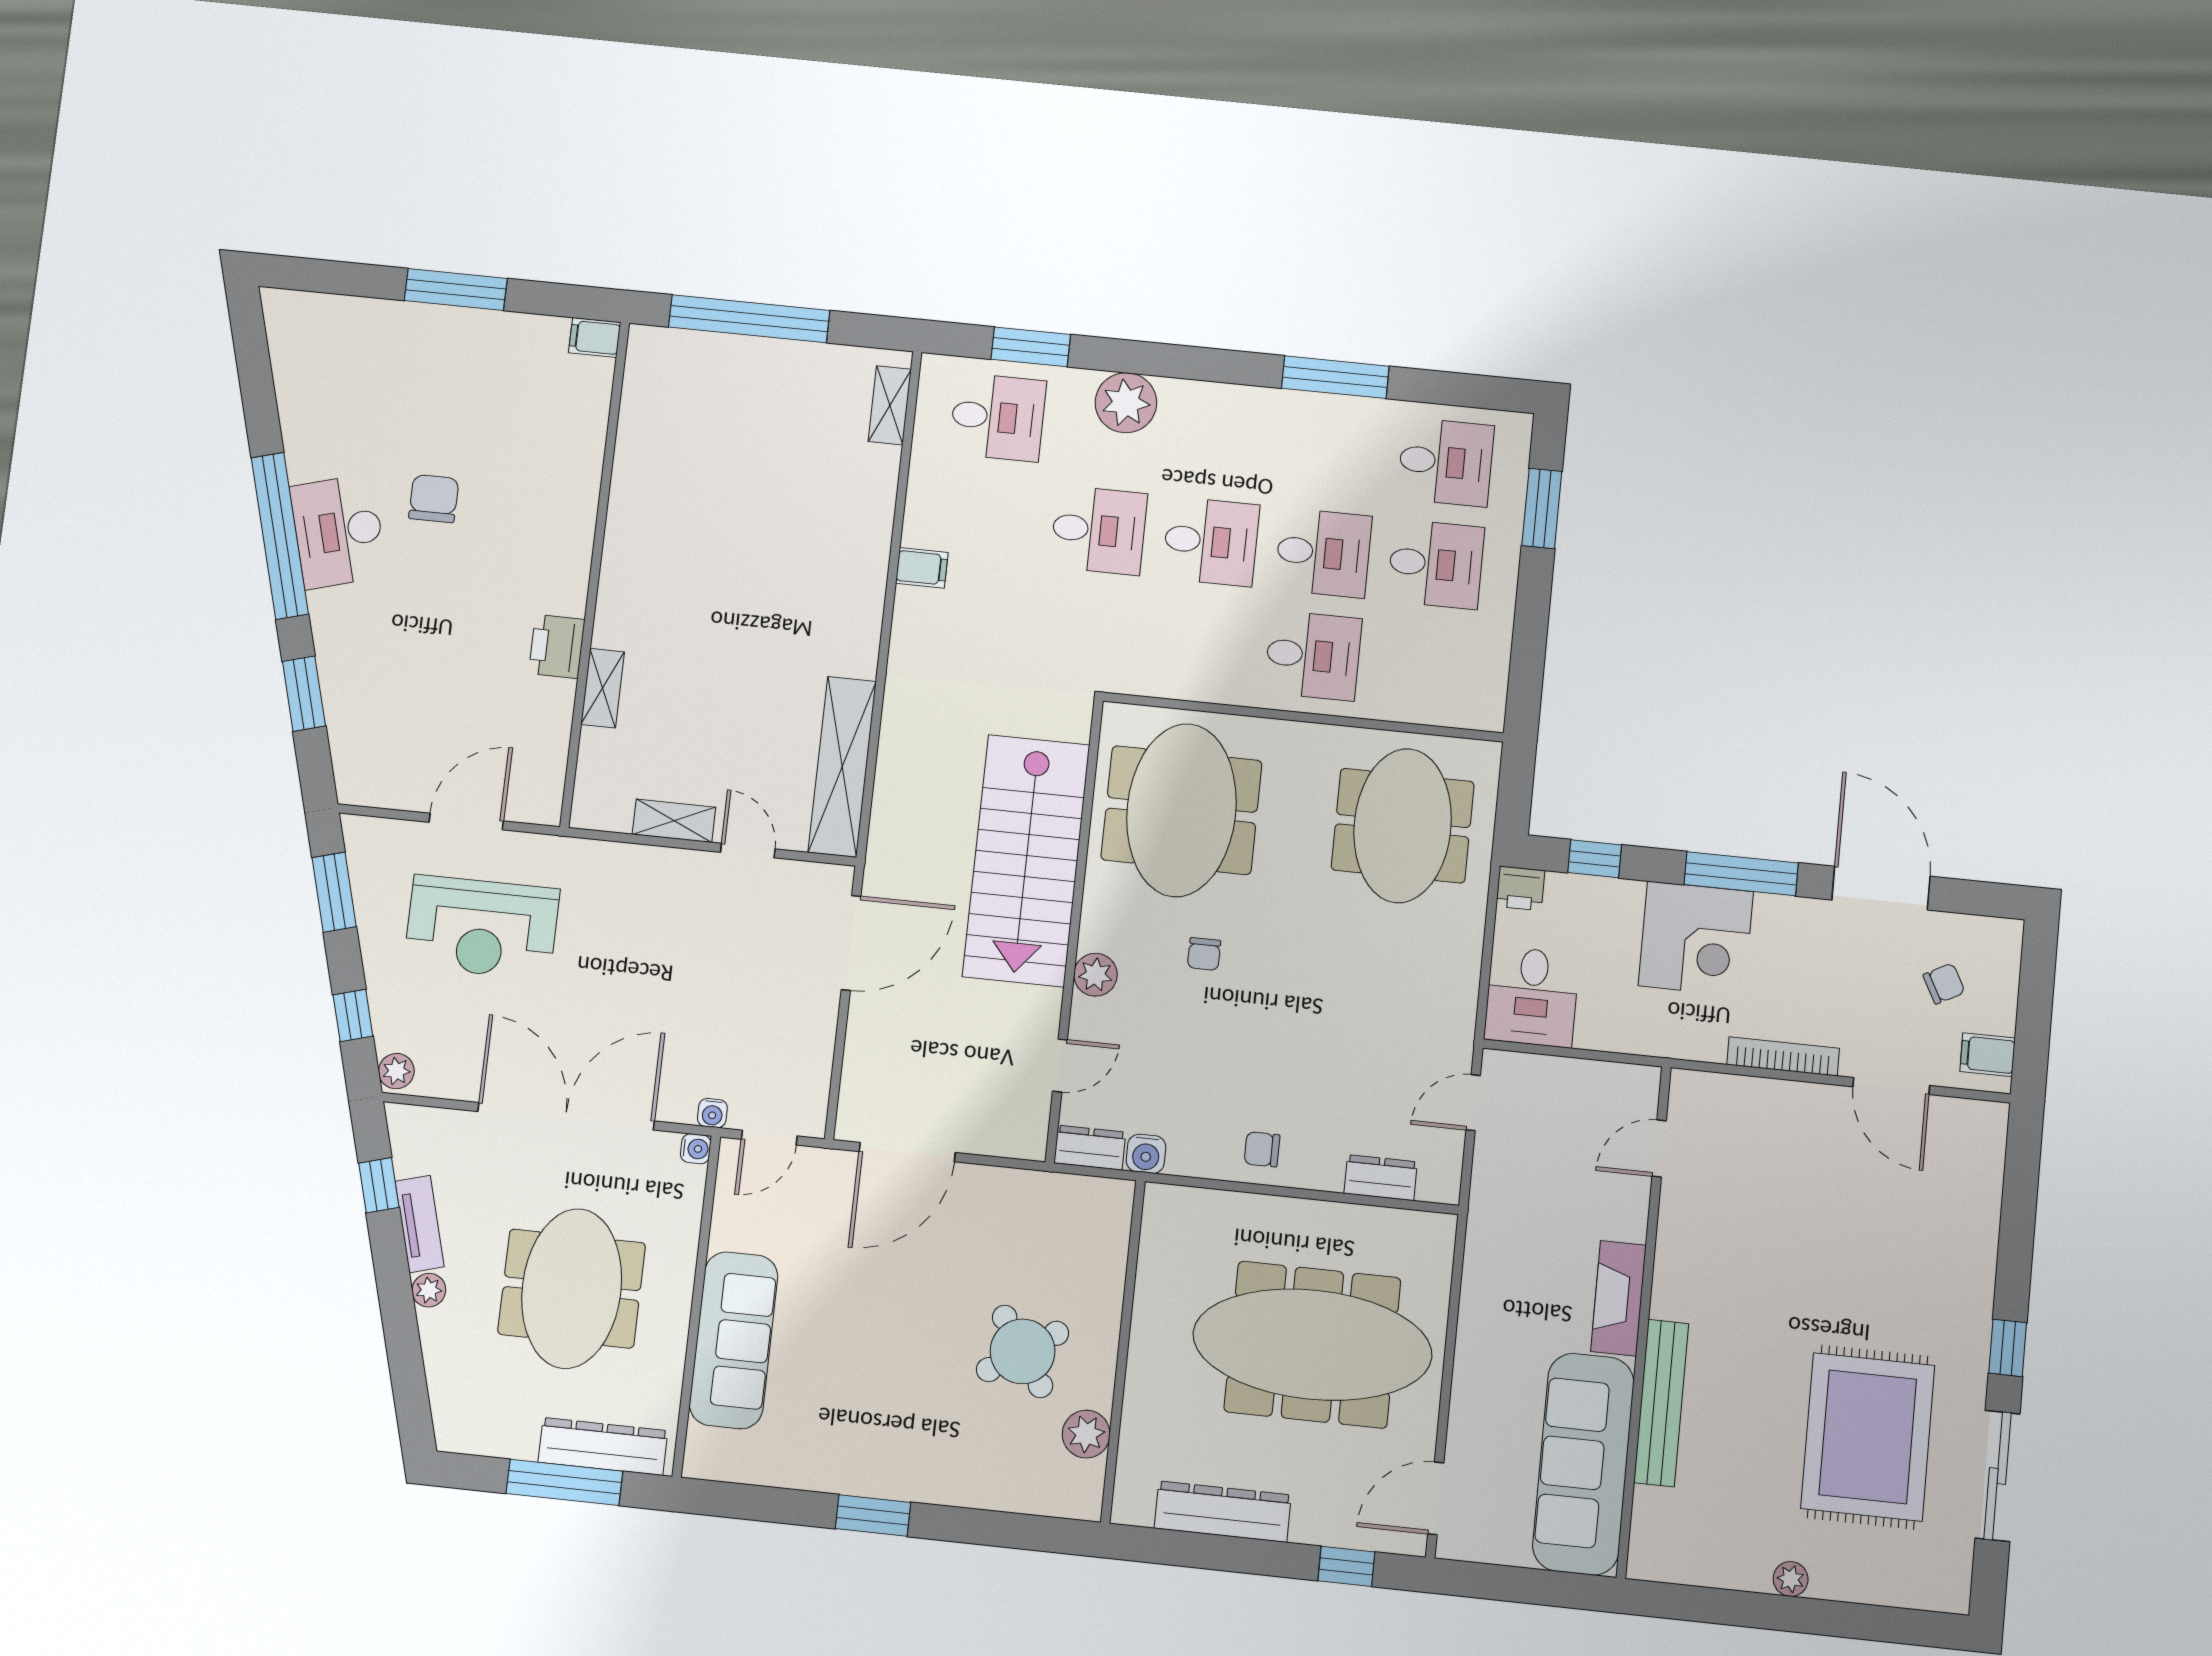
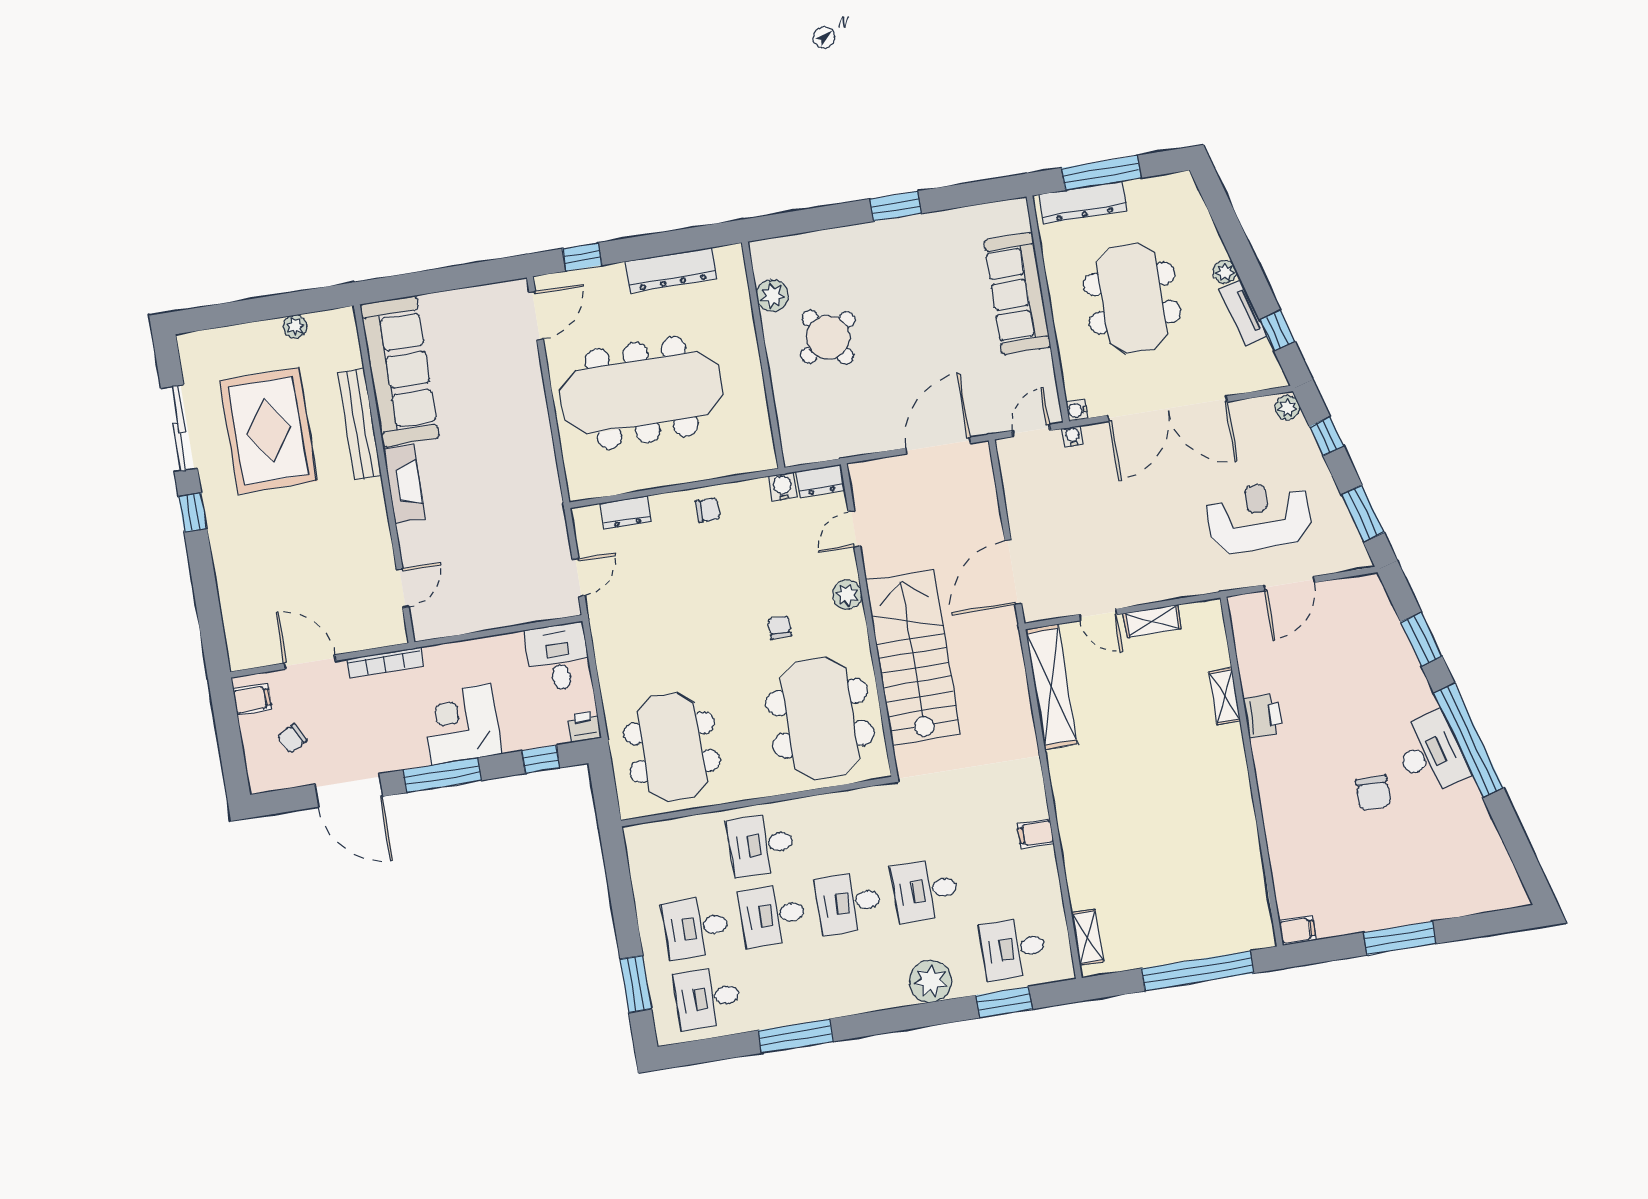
door: (1659, 1148) -> (403, 588), moved
fireplace: (1618, 1298) -> (404, 484), moved
wall: (1644, 1321) -> (384, 474), moved
bench: (1661, 1403) -> (359, 424), moved
sofa: (1583, 1464) -> (399, 371), moved

